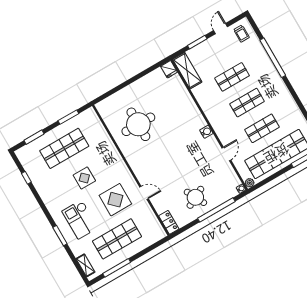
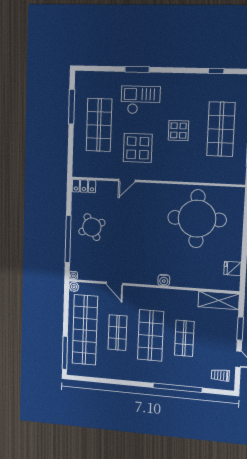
fridge: (169, 69) -> (232, 268), moved
shop shelf: (247, 103) -> (151, 335), width x1.43, depth x1.36
round table: (138, 124) -> (197, 219), width x1.36, depth x1.36
water cooler: (206, 132) -> (164, 280), moved
shelving: (85, 265) -> (92, 77), removed

